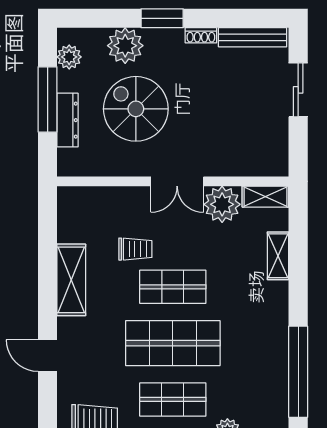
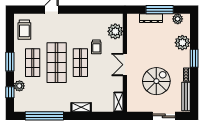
spiral stairs: (136, 109) -> (156, 81), moved
plant: (222, 204) -> (115, 31), moved
shelving: (278, 256) -> (81, 107), moved
shelving: (71, 280) -> (83, 20), removed

